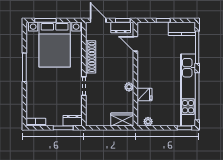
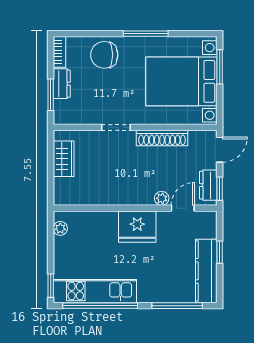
kitchen counter: (182, 29) -> (206, 271), width x1.50
plant: (129, 87) -> (162, 198), moved
kitchen unit: (188, 90) -> (95, 291), width x0.73
chair: (38, 94) -> (104, 55), added
fridge: (144, 94) -> (137, 227), moved, width x1.88, depth x1.34
wardrobe: (122, 120) -> (64, 159), moved
dresser: (73, 121) -> (62, 84), moved

